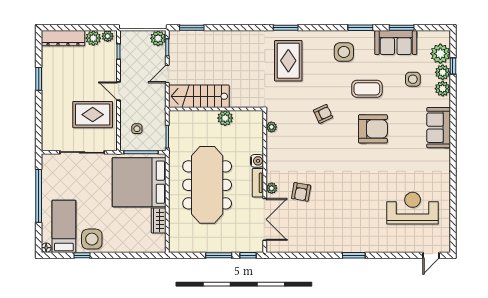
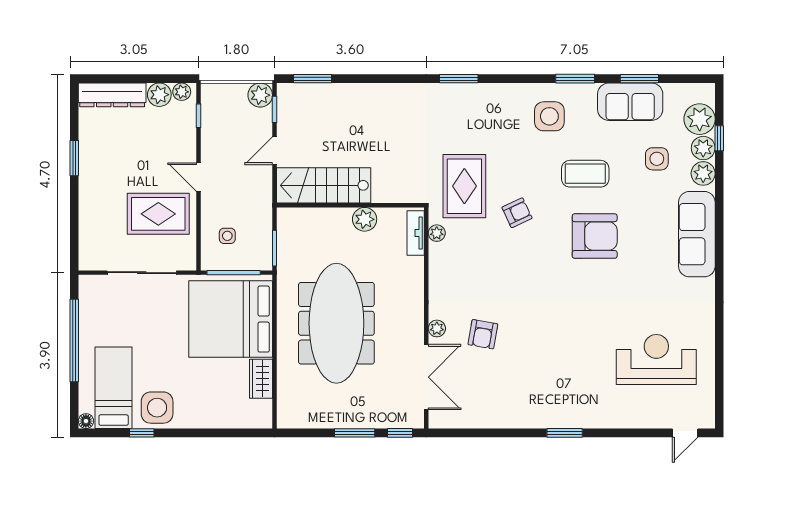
rug: (288, 61) -> (464, 186), moved
sofa: (439, 128) -> (697, 234), width x1.36
water cooler: (257, 161) -> (414, 286), removed
tv unit: (258, 183) -> (416, 233), moved

